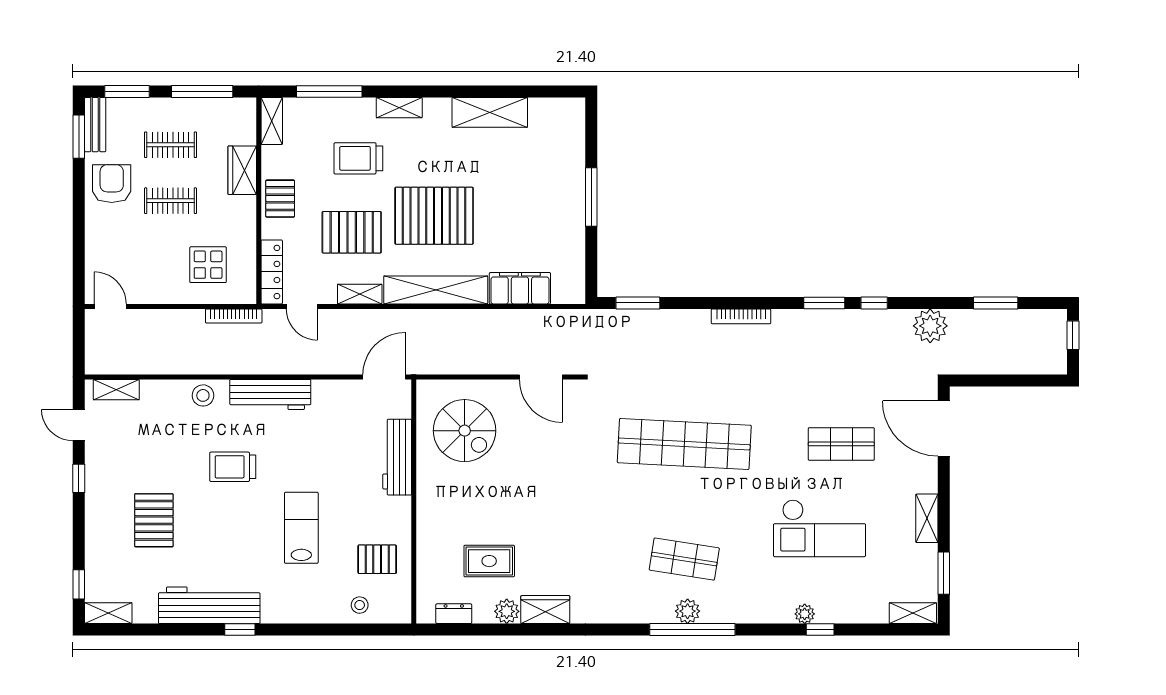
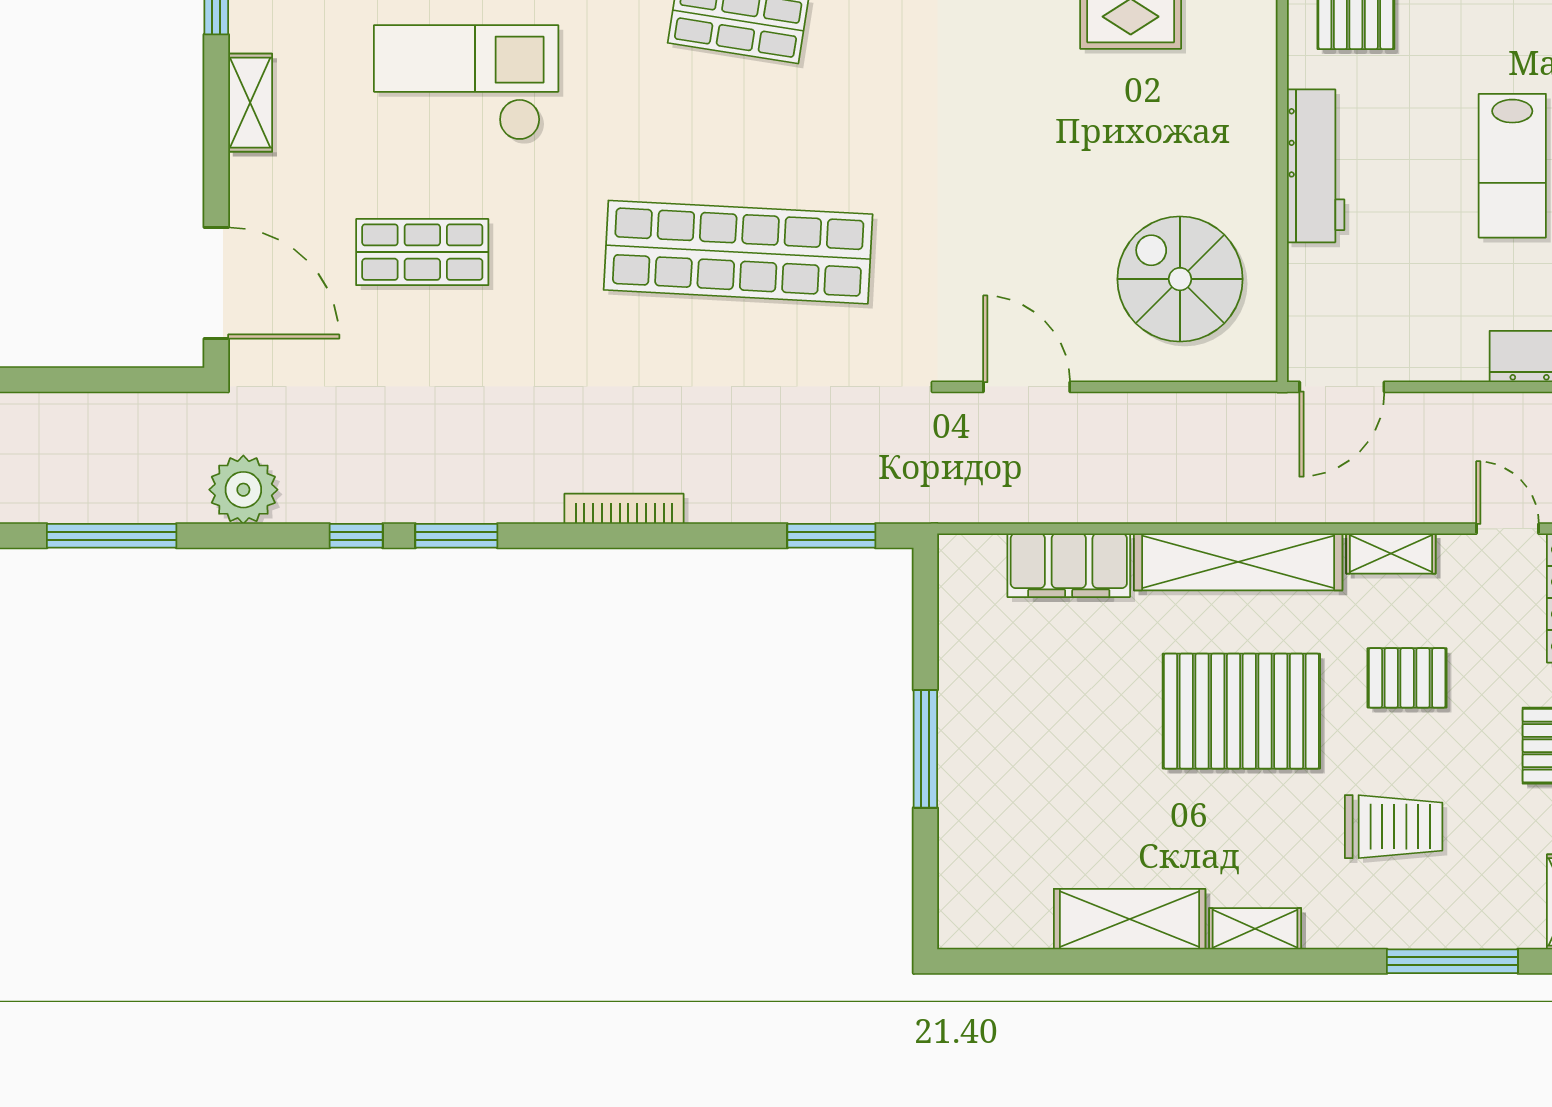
shelving: (399, 108) -> (1255, 929), moved
pallet: (352, 232) -> (1407, 678), width x0.67, depth x0.71
window: (996, 303) -> (112, 536), width x1.44
workbench: (397, 457) -> (1316, 166), moved
lab bench: (301, 528) -> (1512, 166), moved

